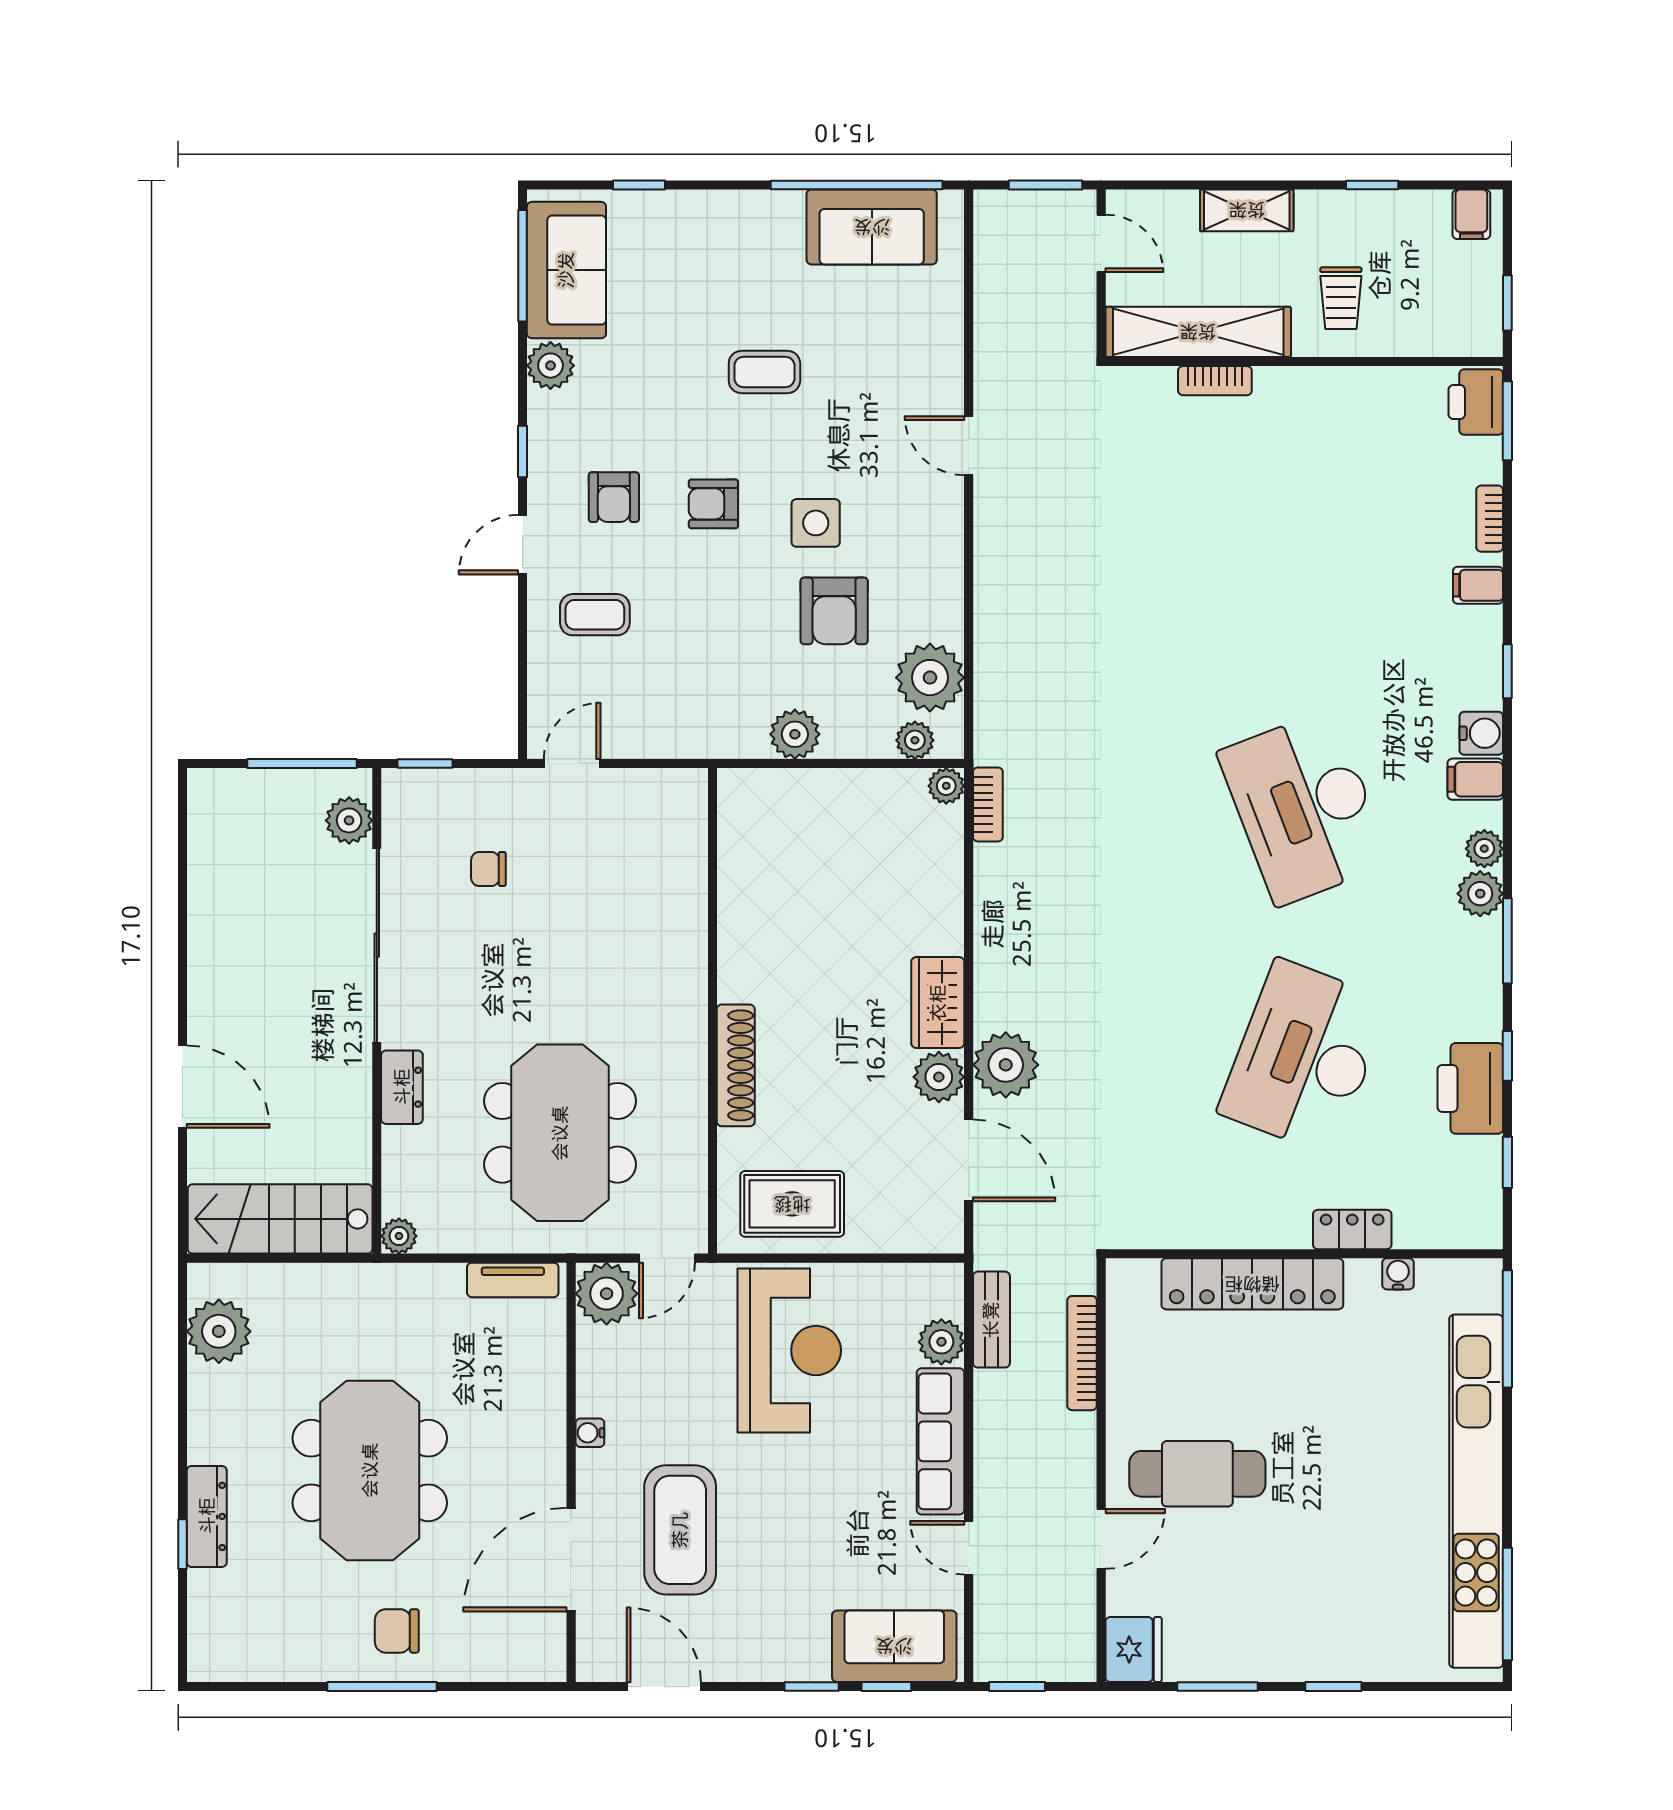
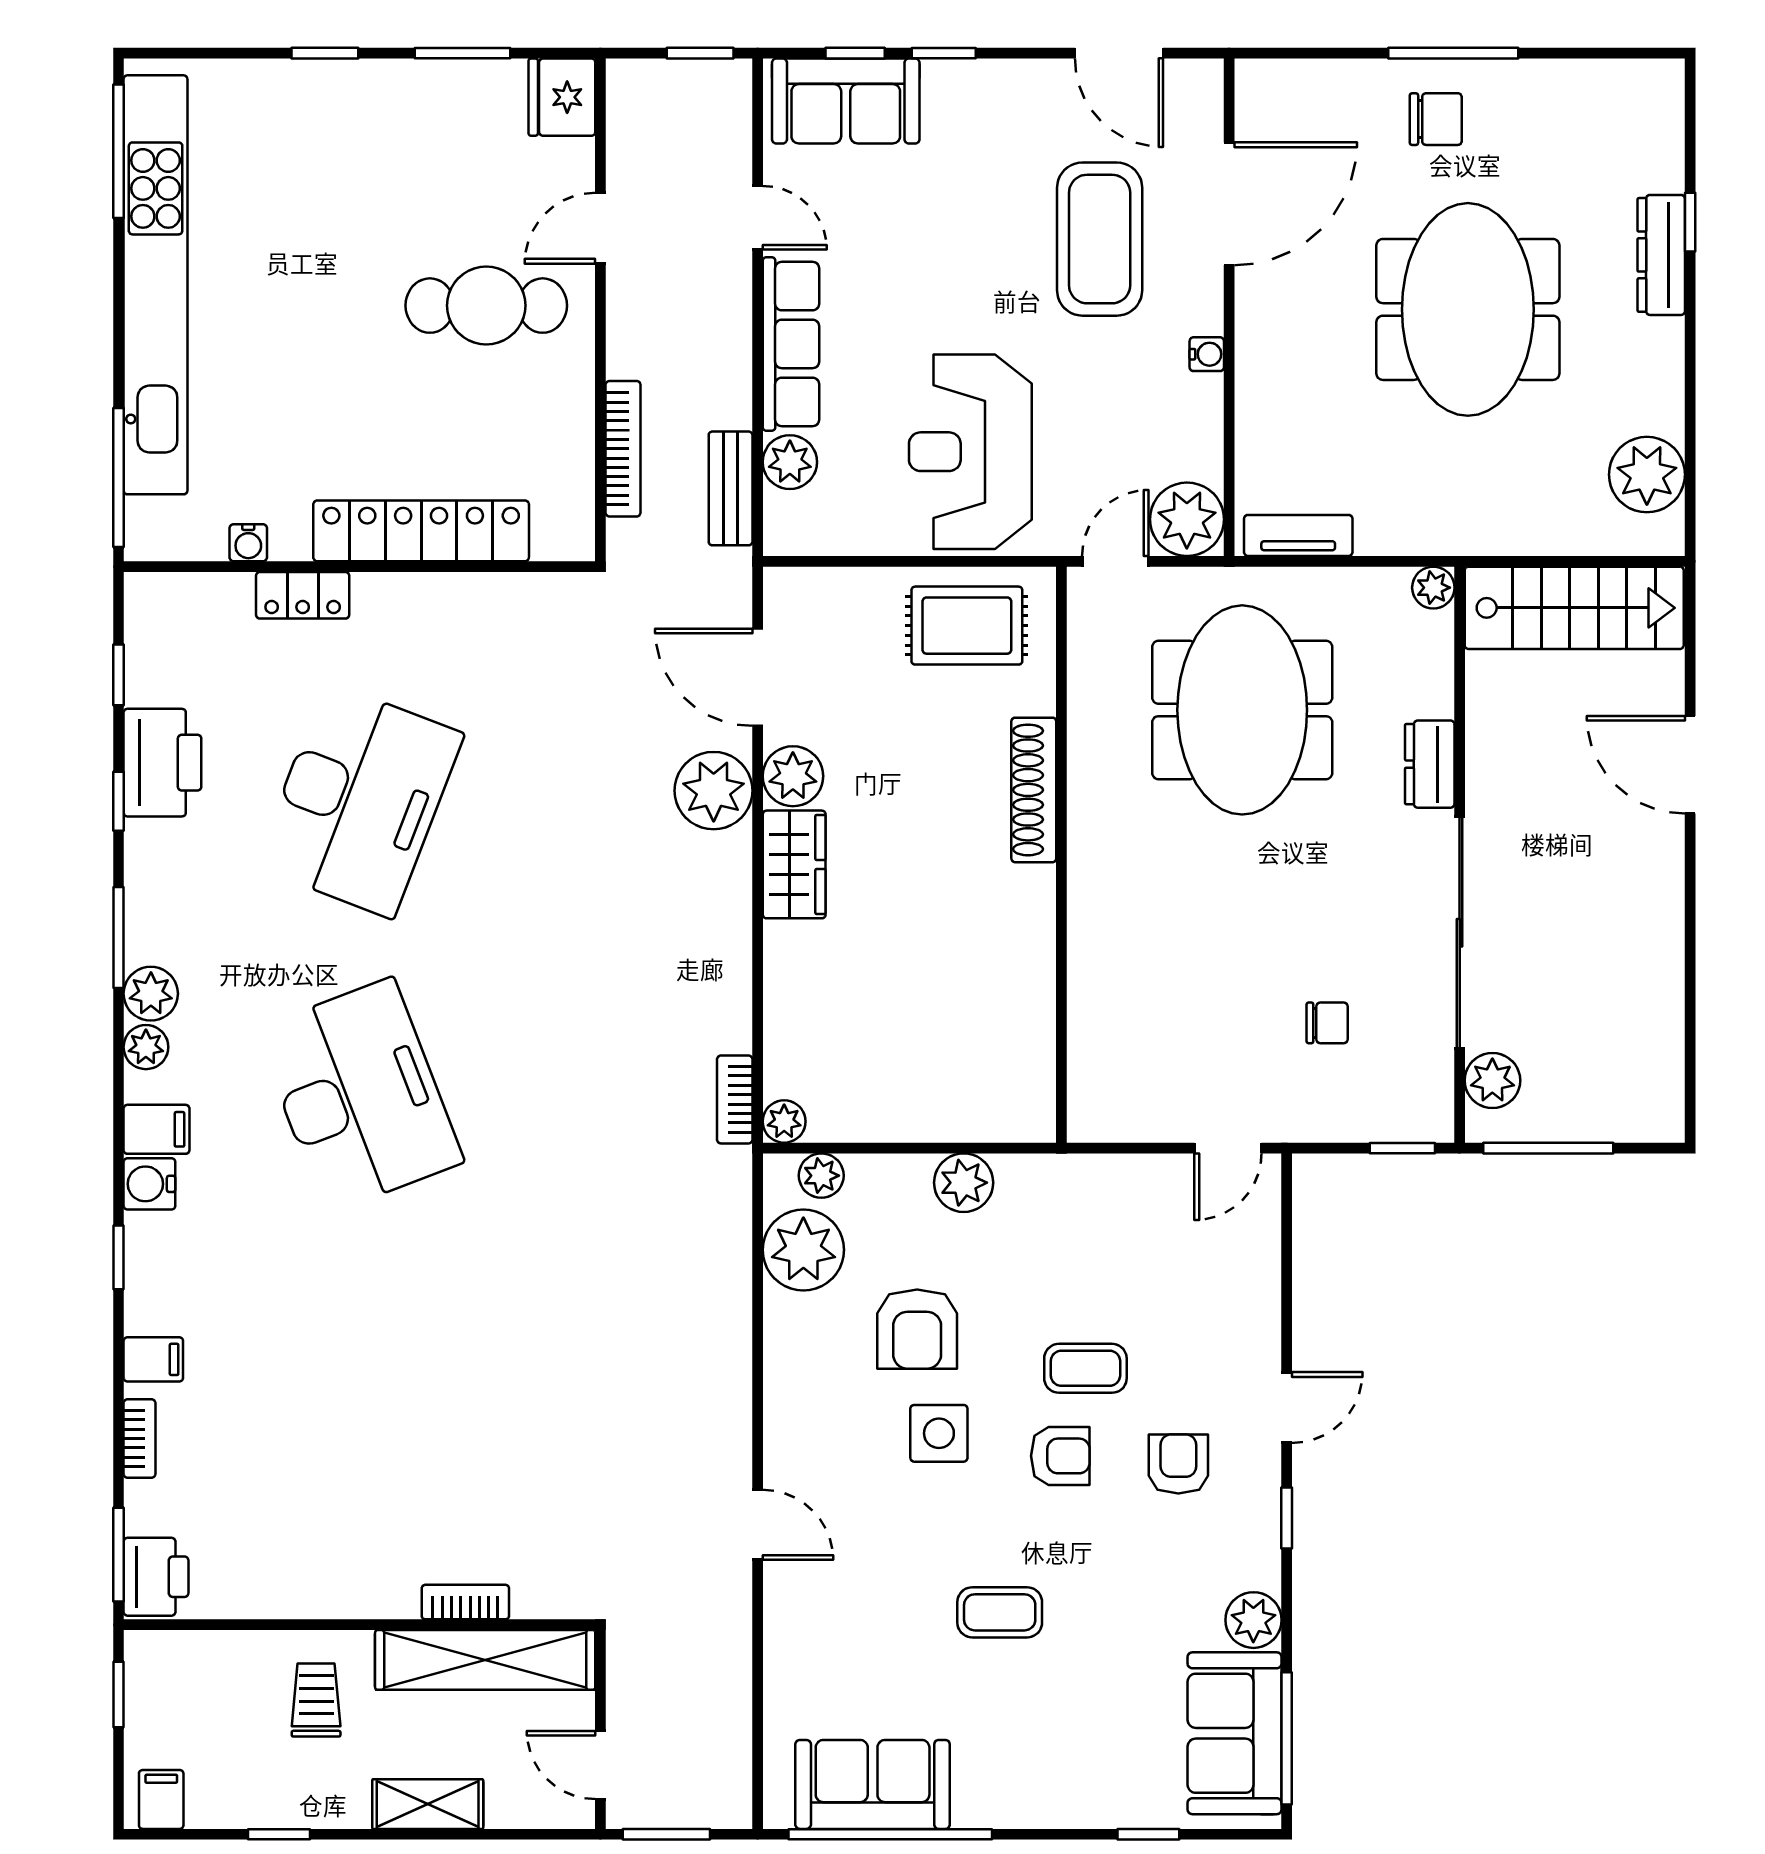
armchair: (834, 611) -> (917, 1329), turned 180
coffee table: (595, 615) -> (1085, 1368), moved

